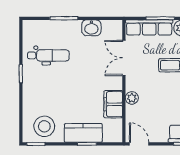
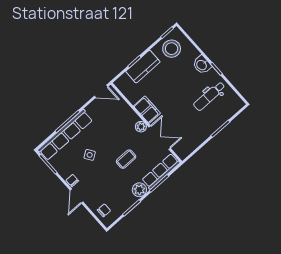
washbasin: (91, 28) -> (202, 65), moved, turned -90
plant: (132, 98) -> (141, 127), moved
filing cabinet: (113, 104) -> (147, 110), moved

